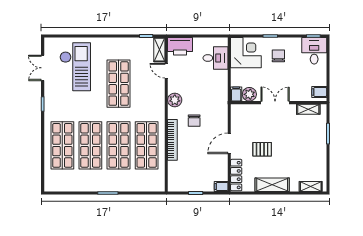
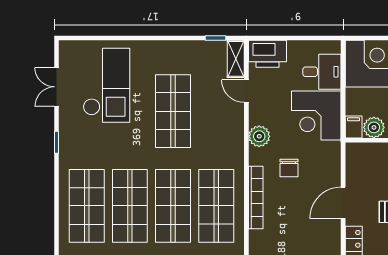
corner desk: (212, 86) -> (316, 115), added

